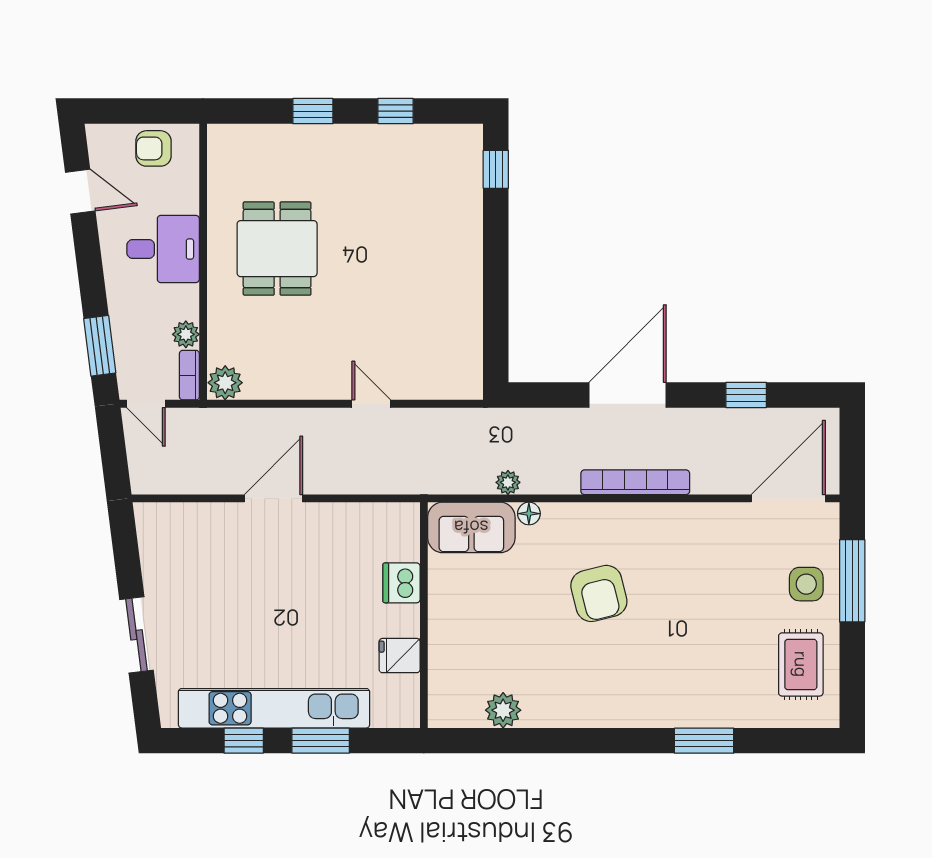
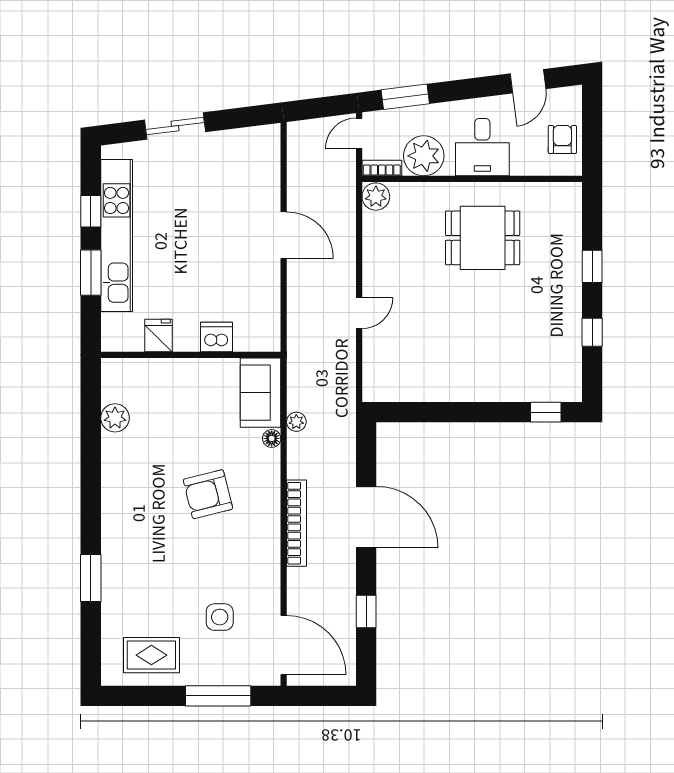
plant: (186, 334) -> (424, 156), width x1.88, depth x1.88
side table: (806, 584) -> (220, 617), moved

